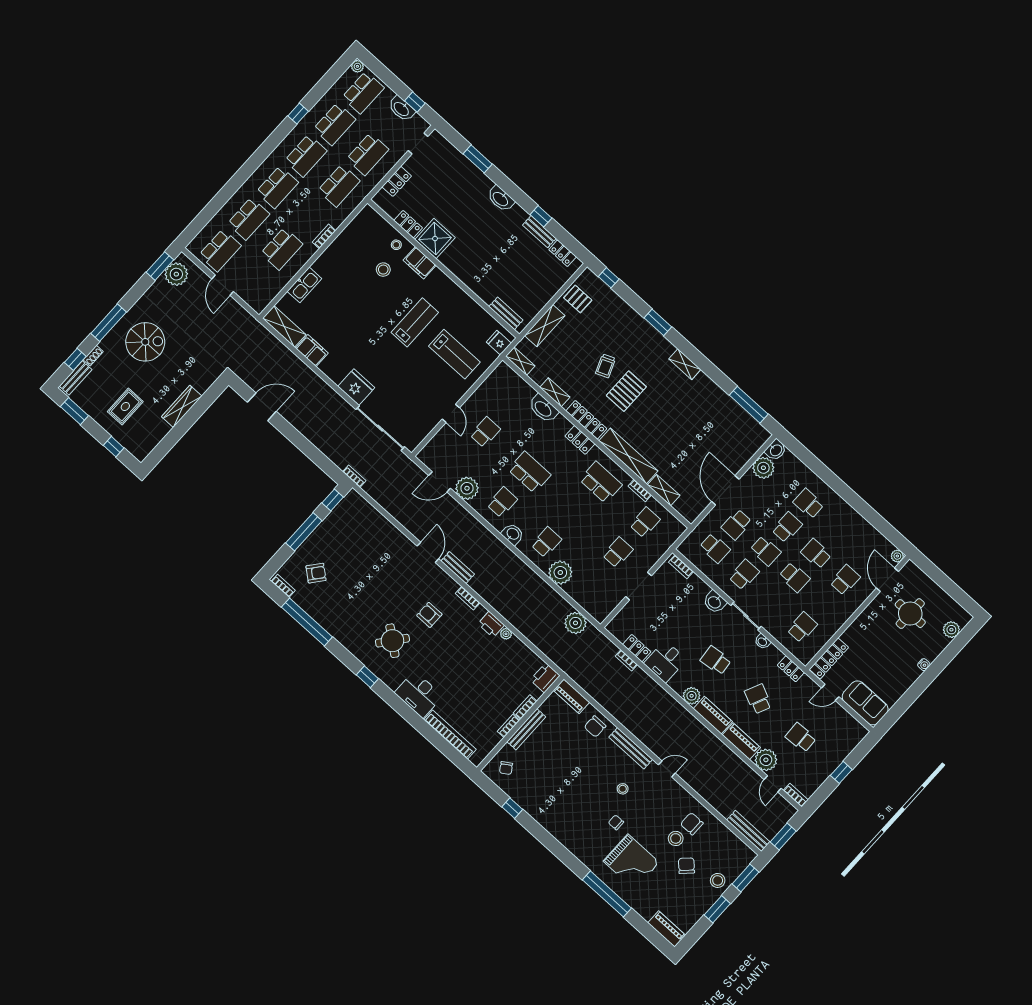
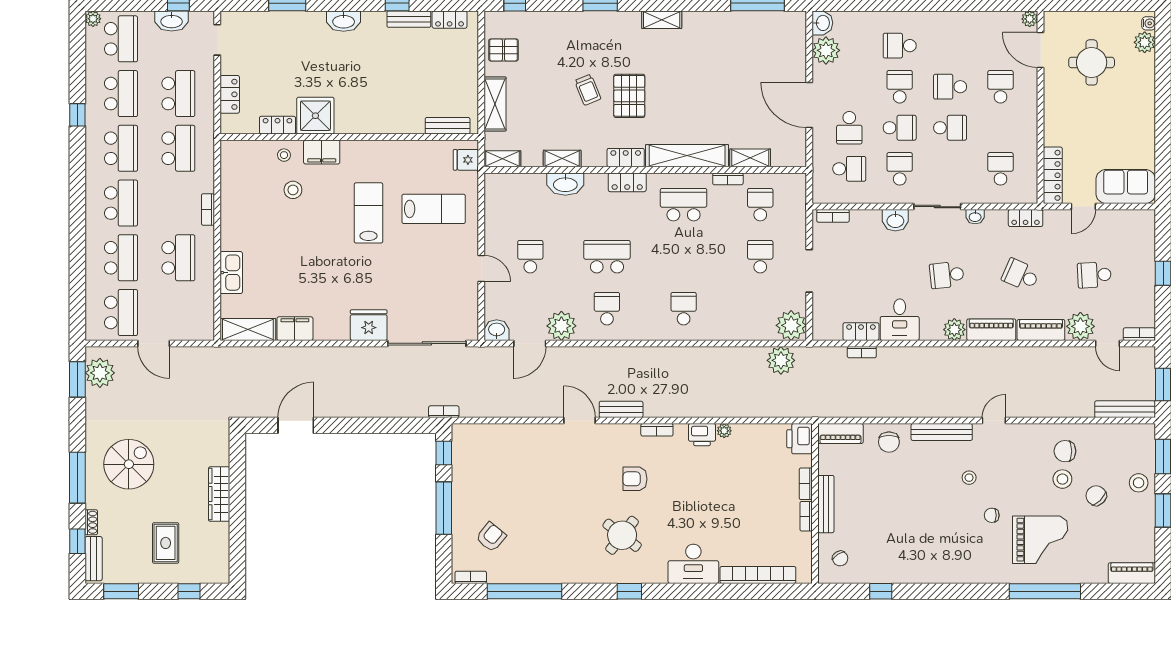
locker: (586, 420) -> (626, 158), width x0.66
washbasin: (513, 534) -> (497, 330), moved
plant: (560, 572) -> (791, 325), moved
water cooler: (924, 665) -> (1149, 23), moved

